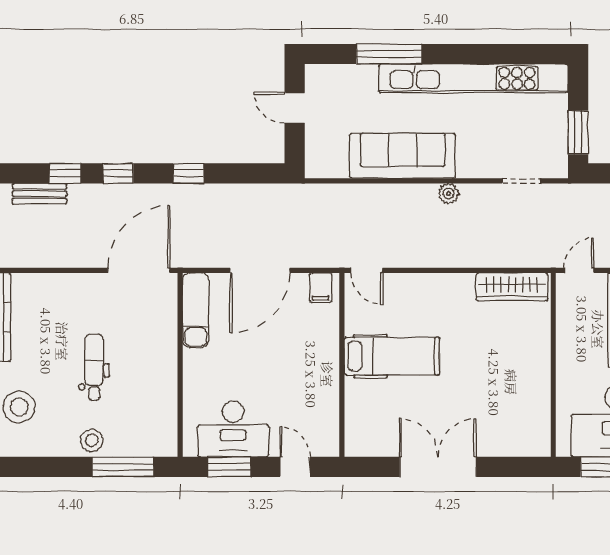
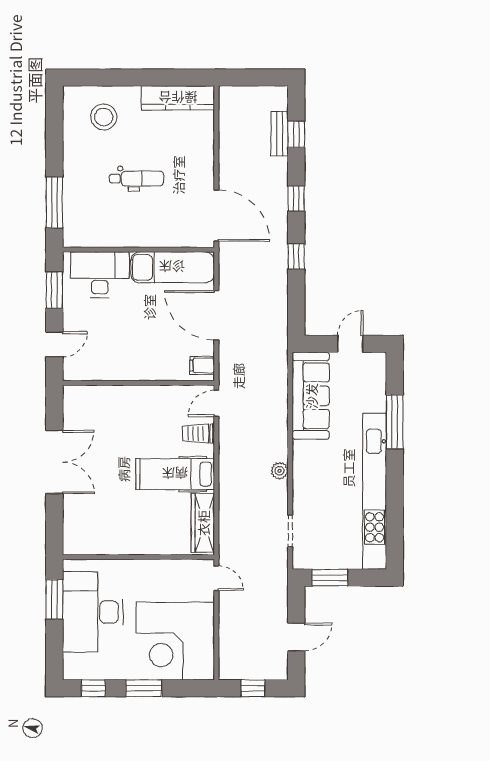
sofa: (403, 156) -> (311, 396), moved
window: (65, 173) -> (296, 134), moved
trolley: (403, 293) -> (198, 434), added
exam couch: (196, 310) -> (172, 267), width x1.36, depth x1.45
hospital bed: (392, 356) -> (175, 474), moved, turned 90
desk: (233, 429) -> (100, 275), moved, turned 90
stool: (92, 440) -> (76, 177), removed

